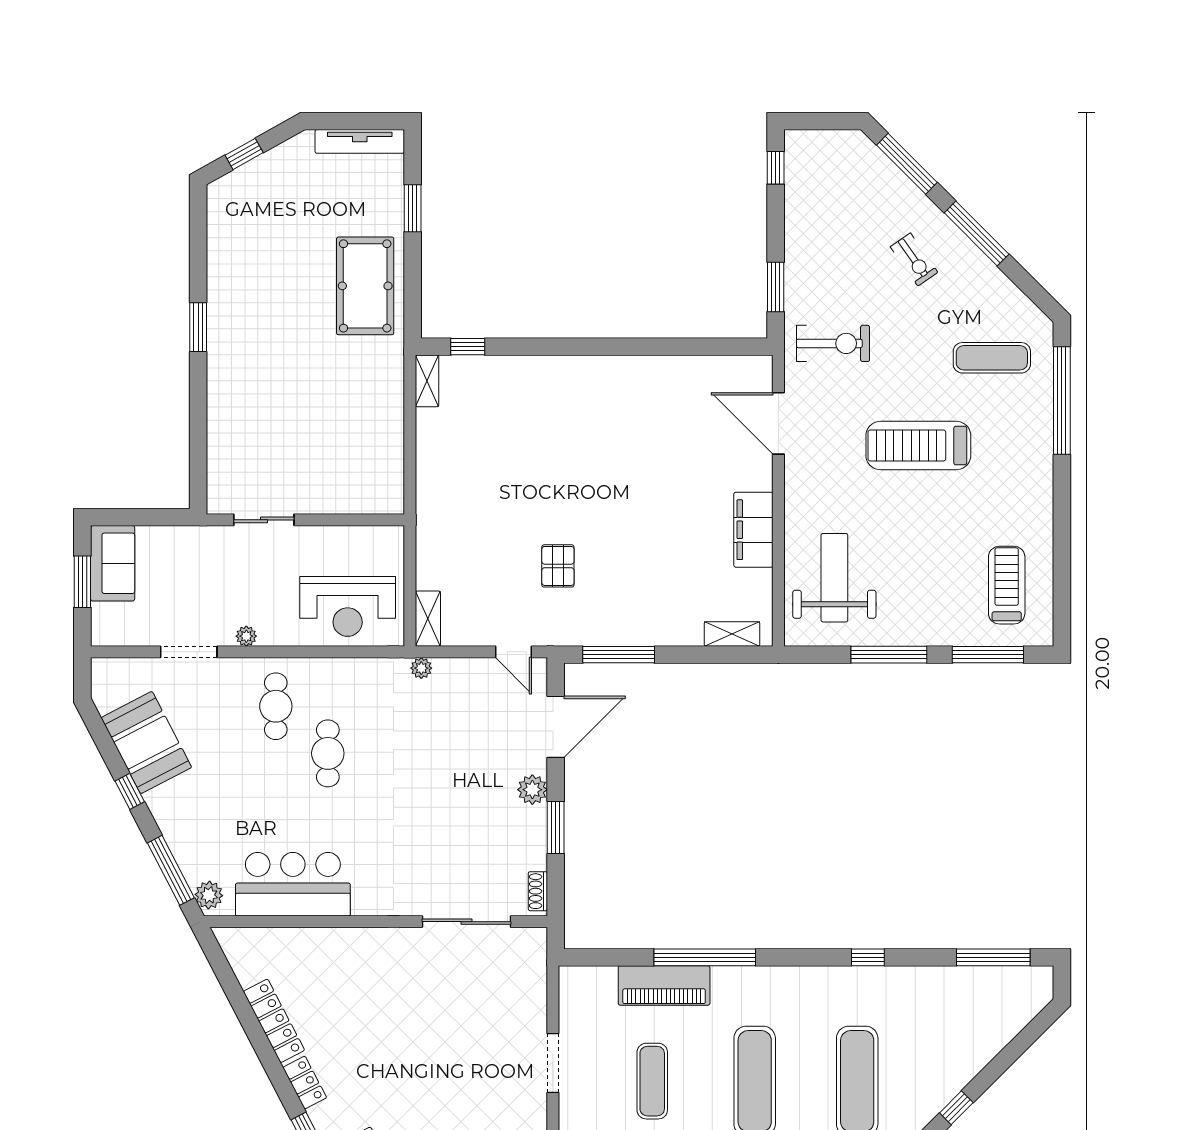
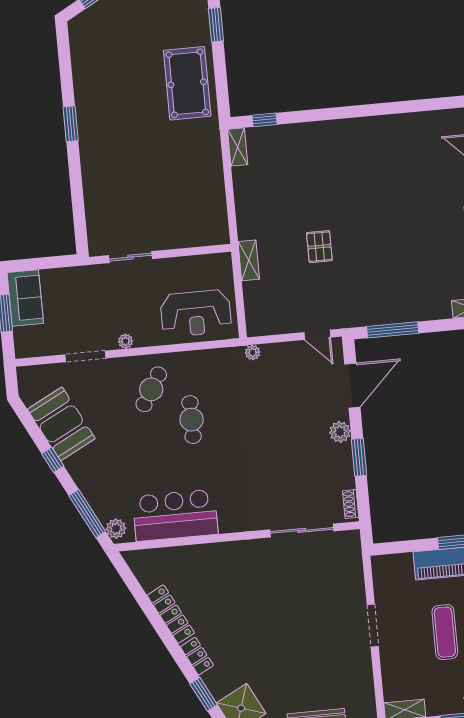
pallet: (558, 566) -> (319, 247), moved
shelving: (428, 619) -> (249, 260), moved
cafe table: (276, 706) -> (151, 389), turned 31

